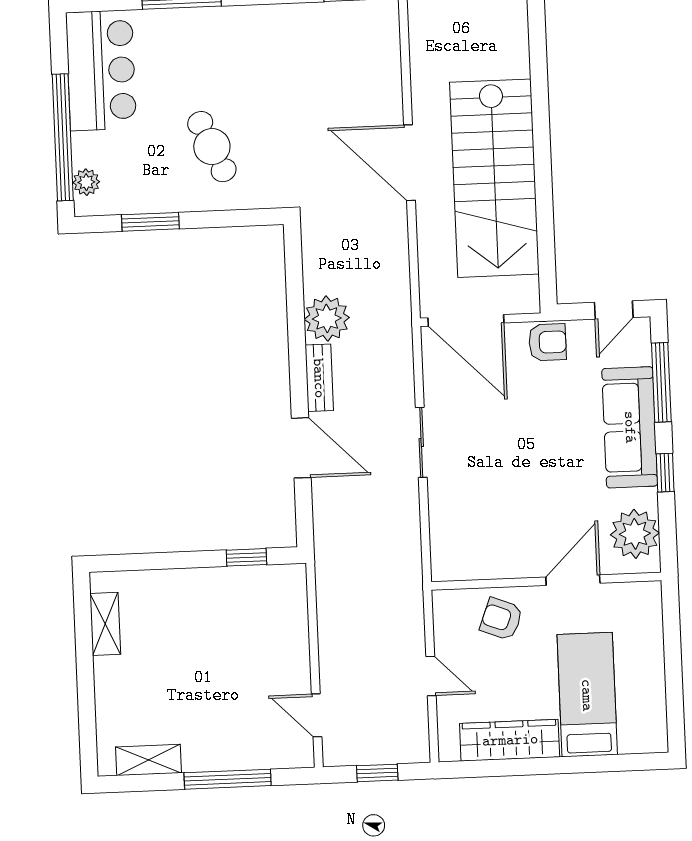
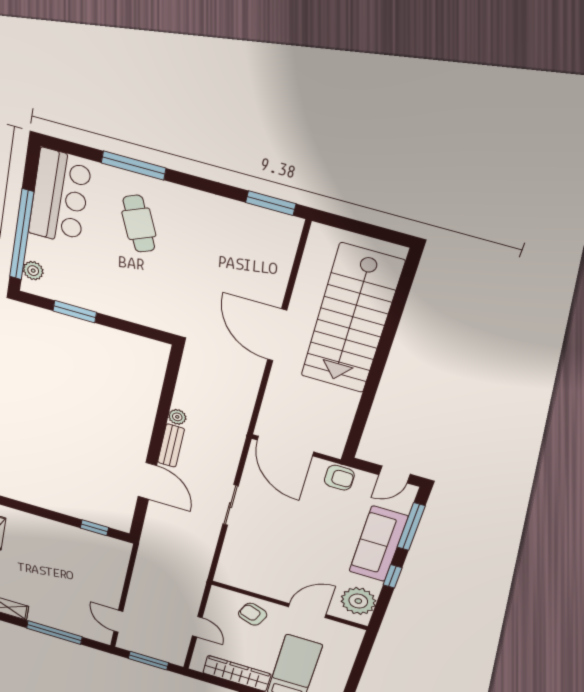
cafe table: (212, 147) -> (139, 224), moved
stairs: (494, 178) -> (352, 319), moved
plant: (327, 318) -> (177, 417), width x0.53, depth x0.53
window: (377, 773) -> (148, 661), width x1.50

